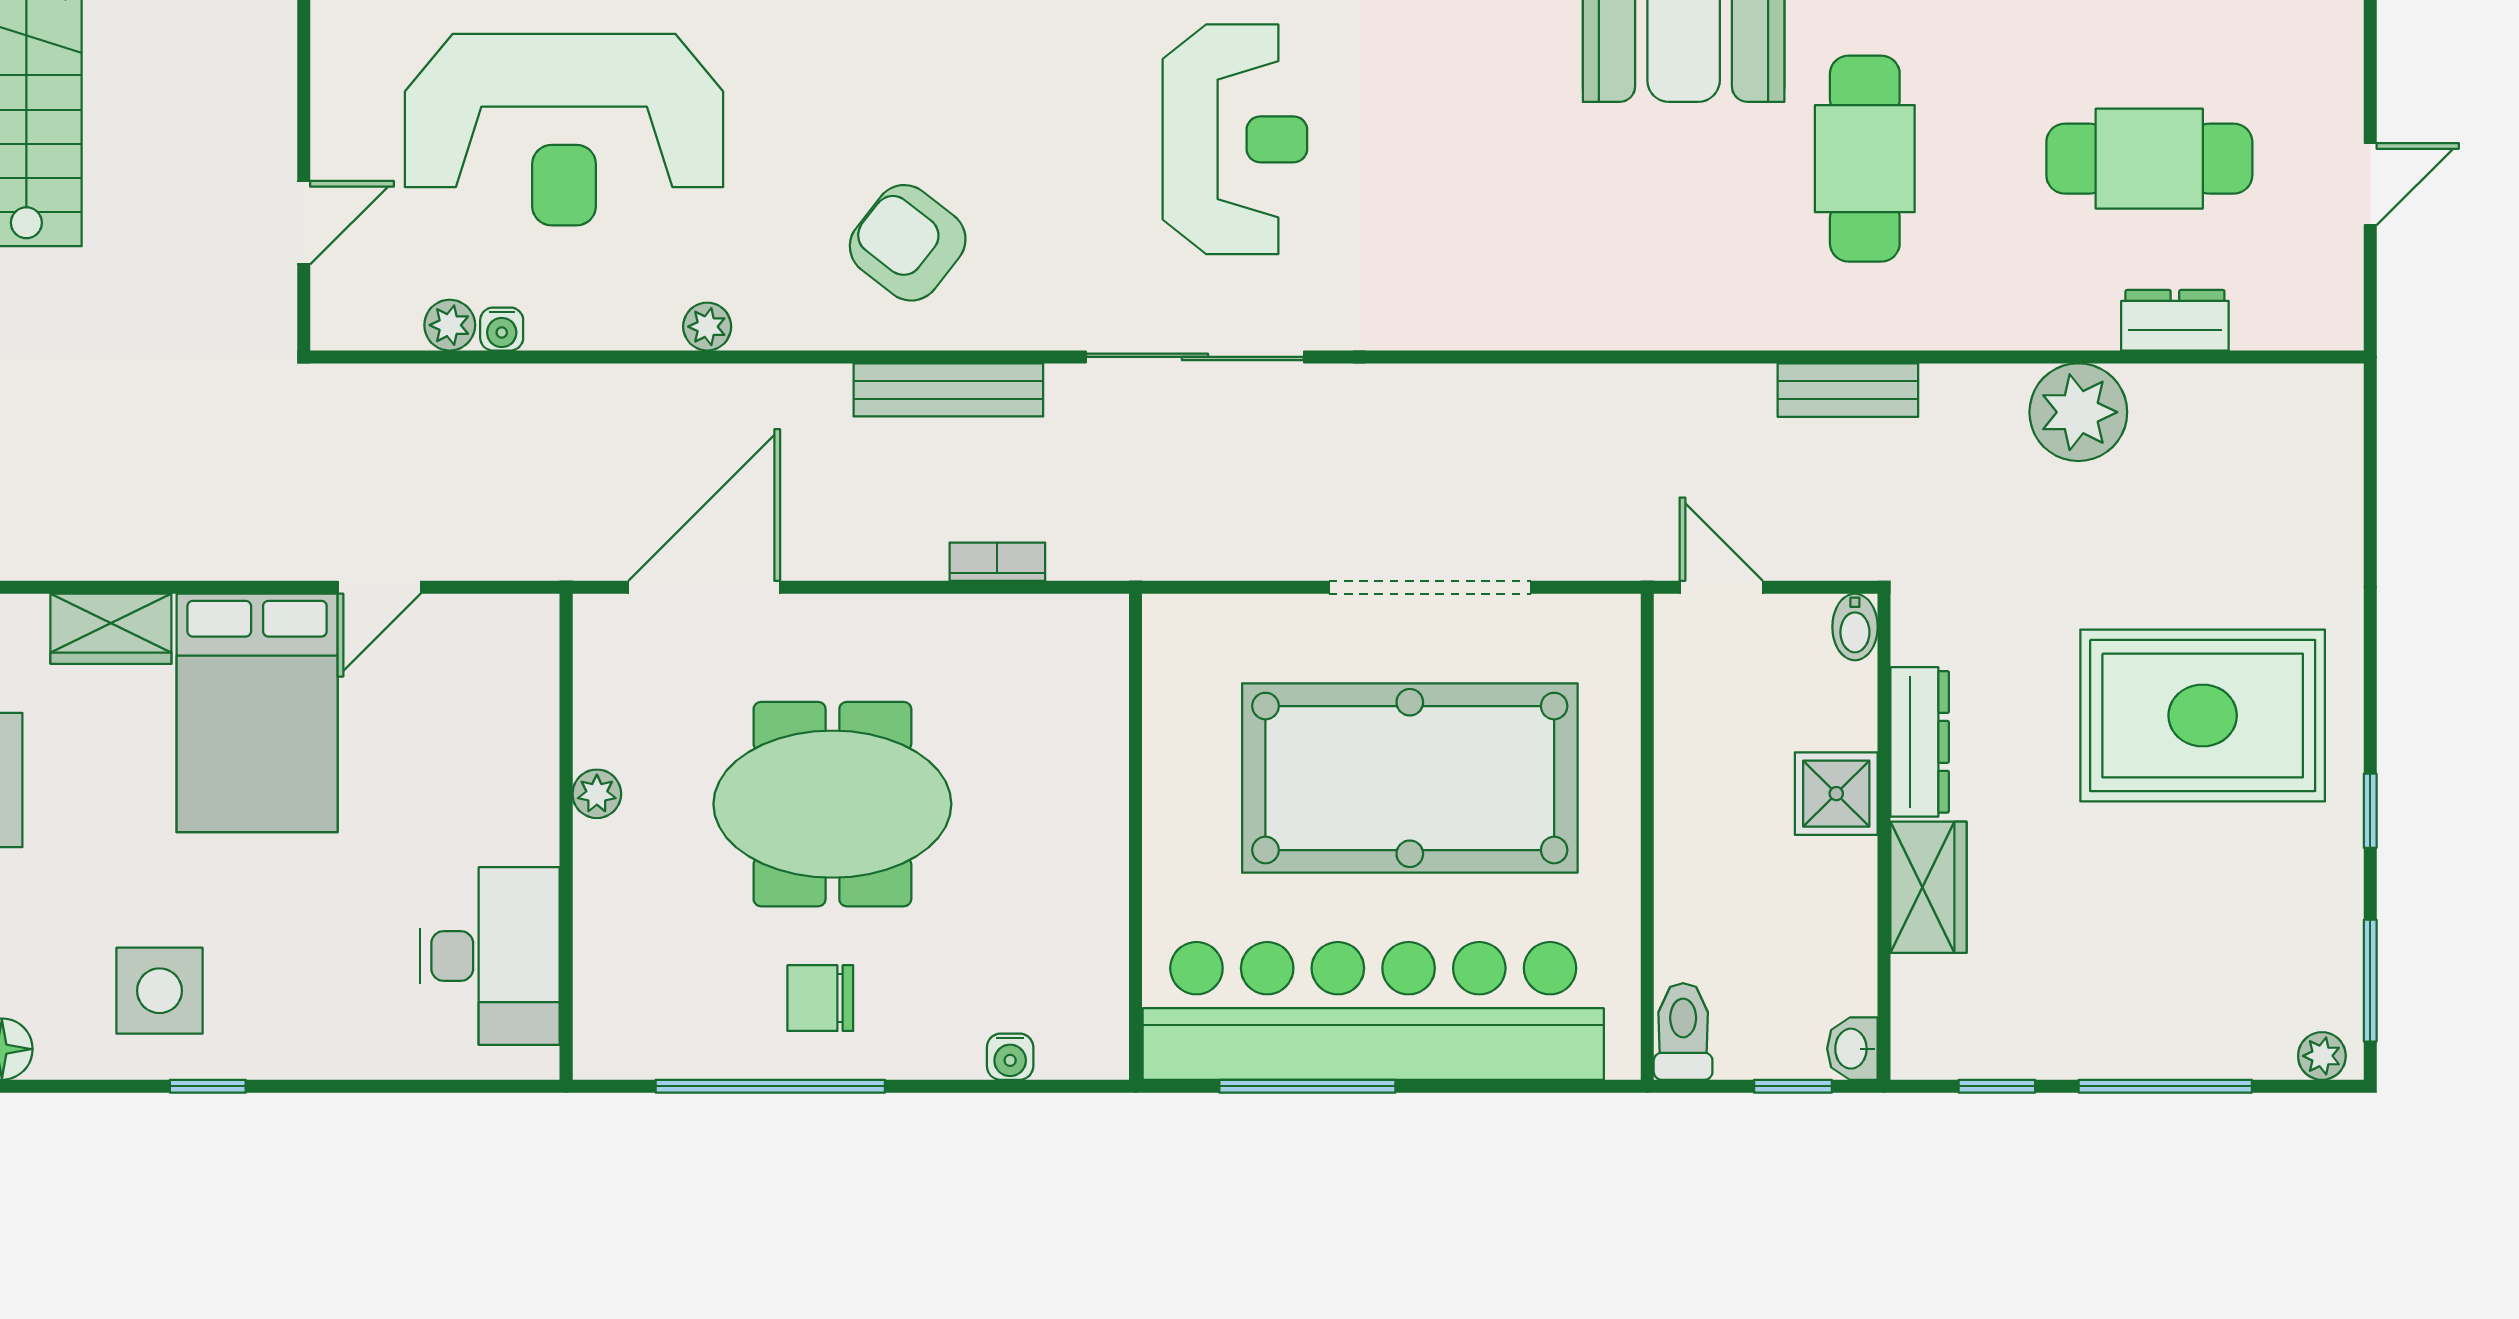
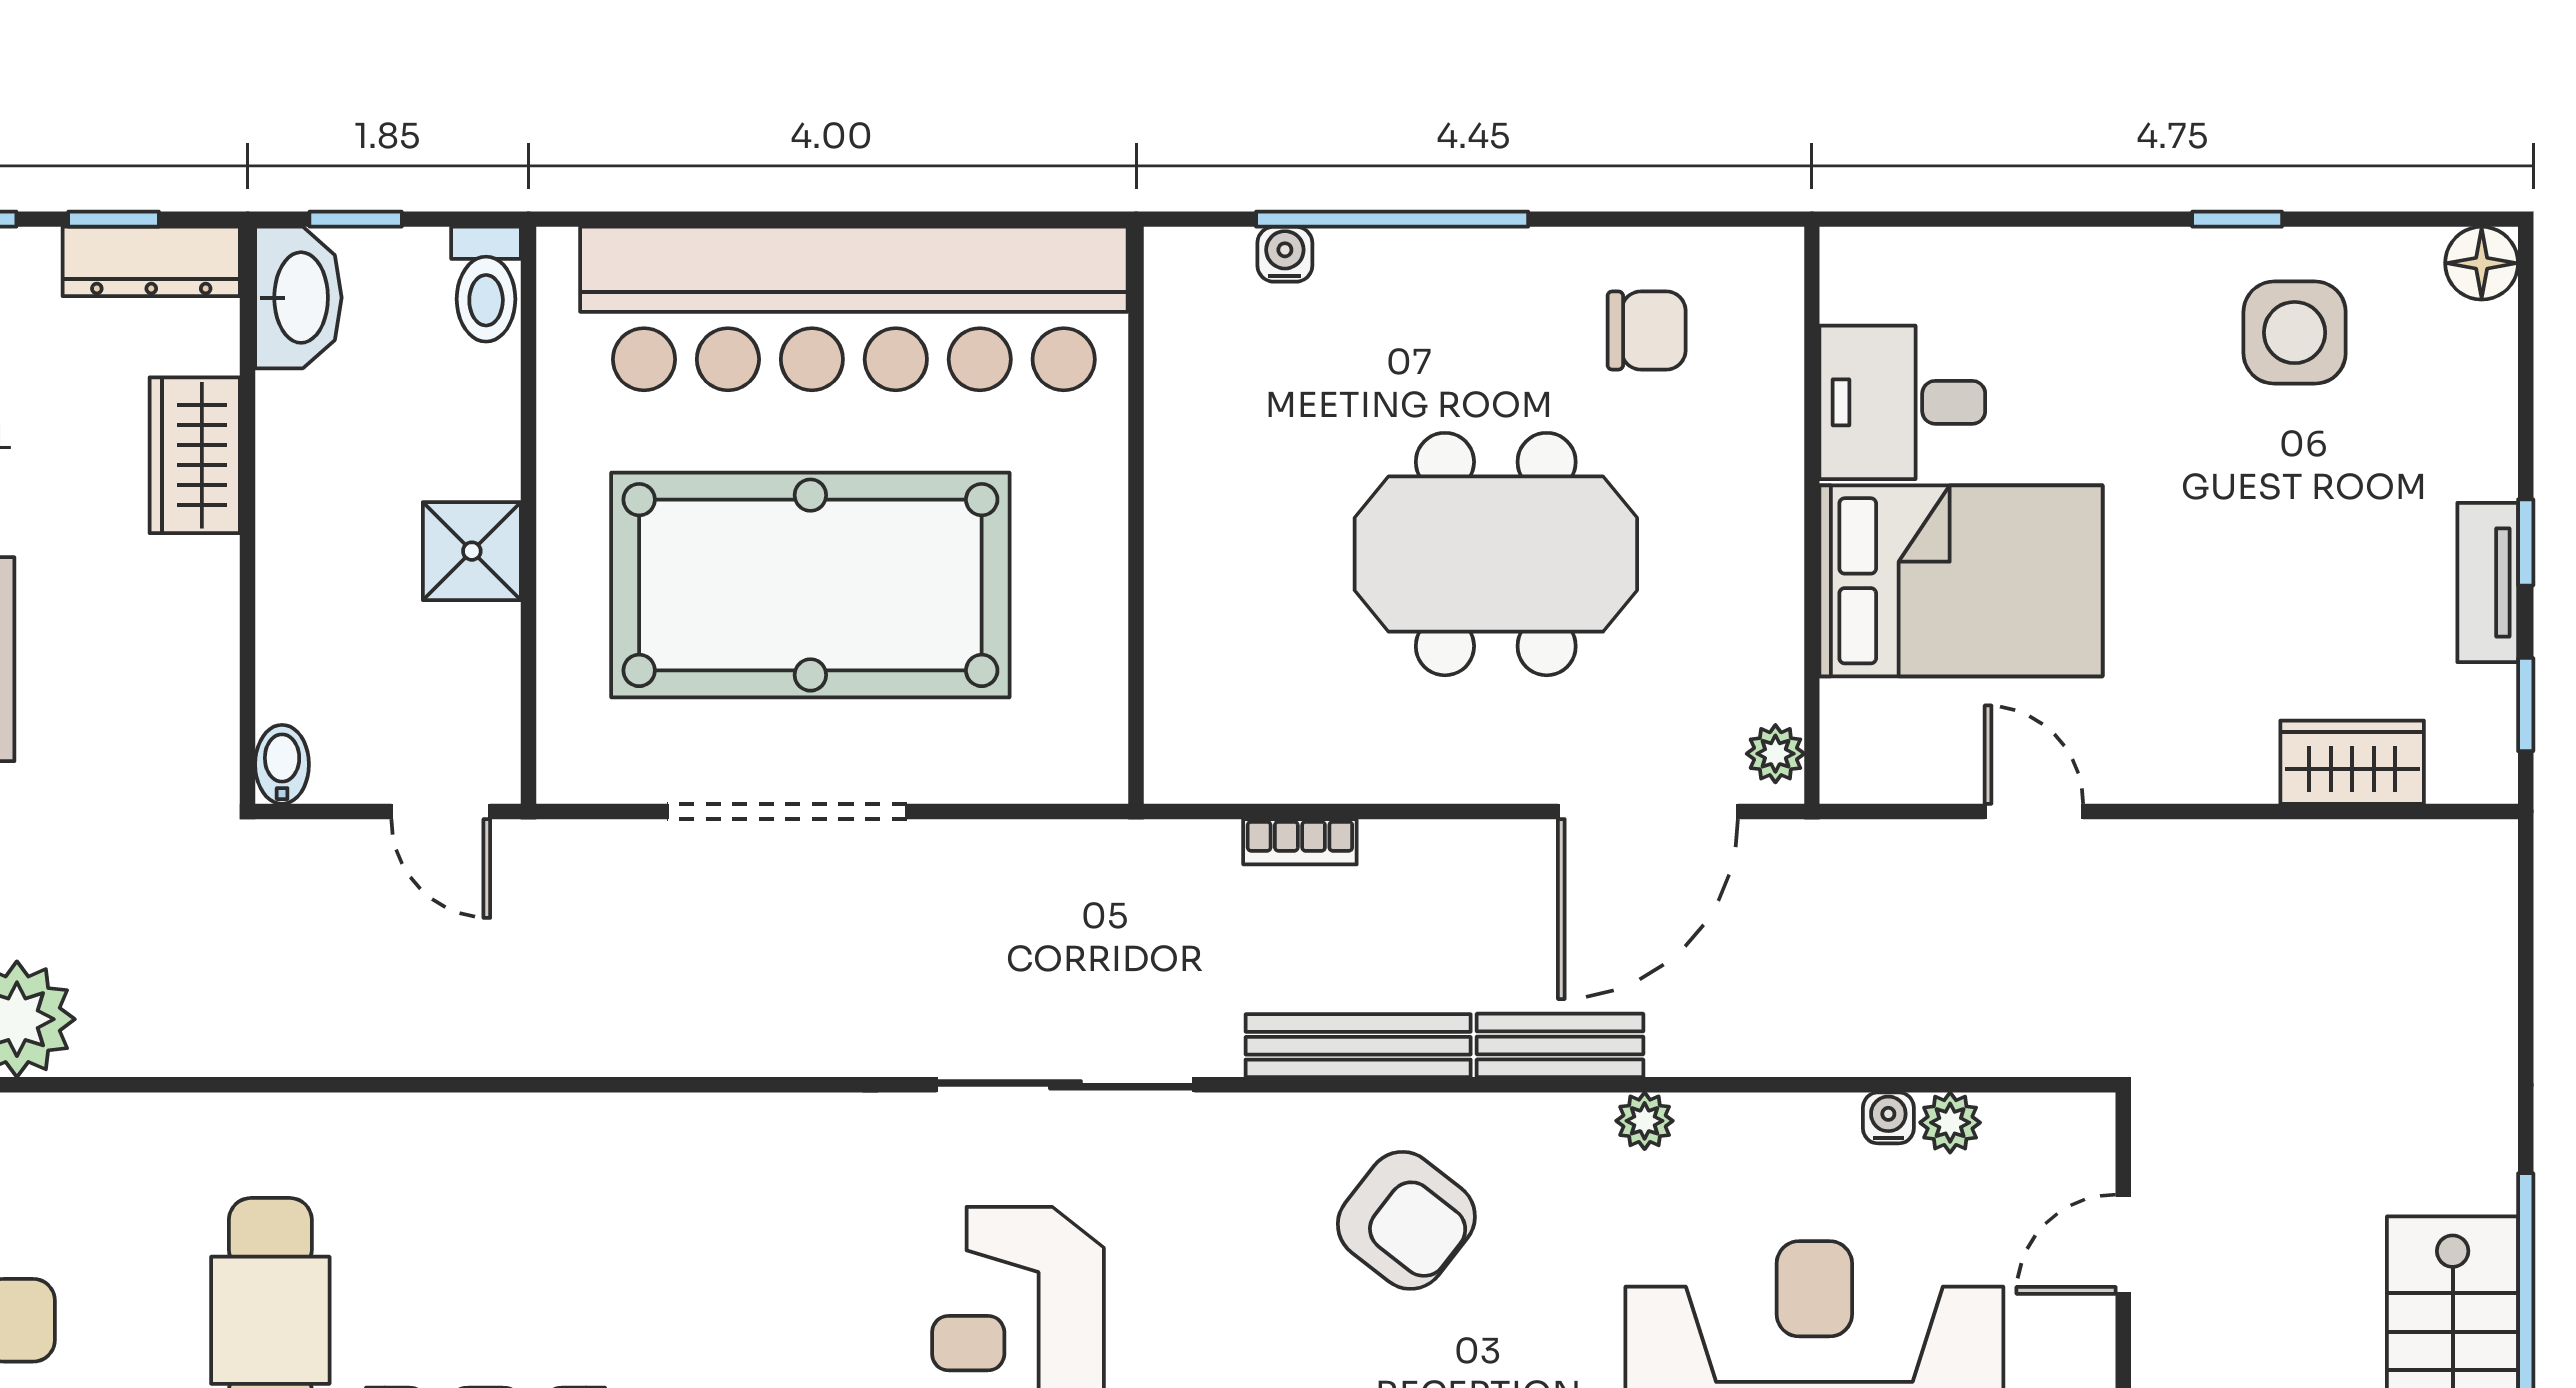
bench: (1848, 390) -> (1560, 1045), moved
door: (379, 587) -> (2034, 811), hinge flipped
bed: (257, 713) -> (1961, 581), moved, turned 90
dresser: (1920, 742) -> (151, 261), moved, turned -90
plant: (597, 794) -> (1775, 754), moved
shower: (1836, 794) -> (472, 551), moved
desk: (490, 956) -> (1902, 402), width x0.73
chair: (820, 998) -> (1647, 331), moved
washbasin: (1852, 1049) -> (298, 298), width x1.91, depth x1.45
window: (770, 1086) -> (1392, 219), moved
window: (1307, 1086) -> (932, 219), removed

